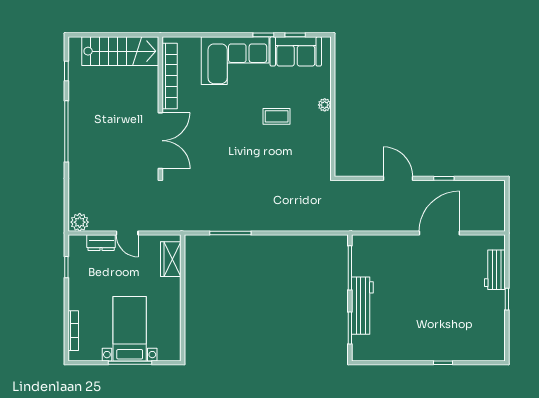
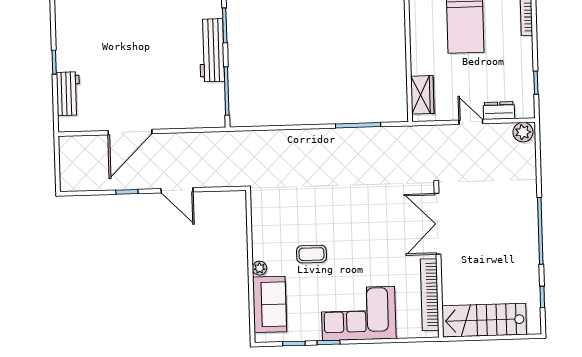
sofa: (296, 51) -> (270, 304), moved, turned 90

